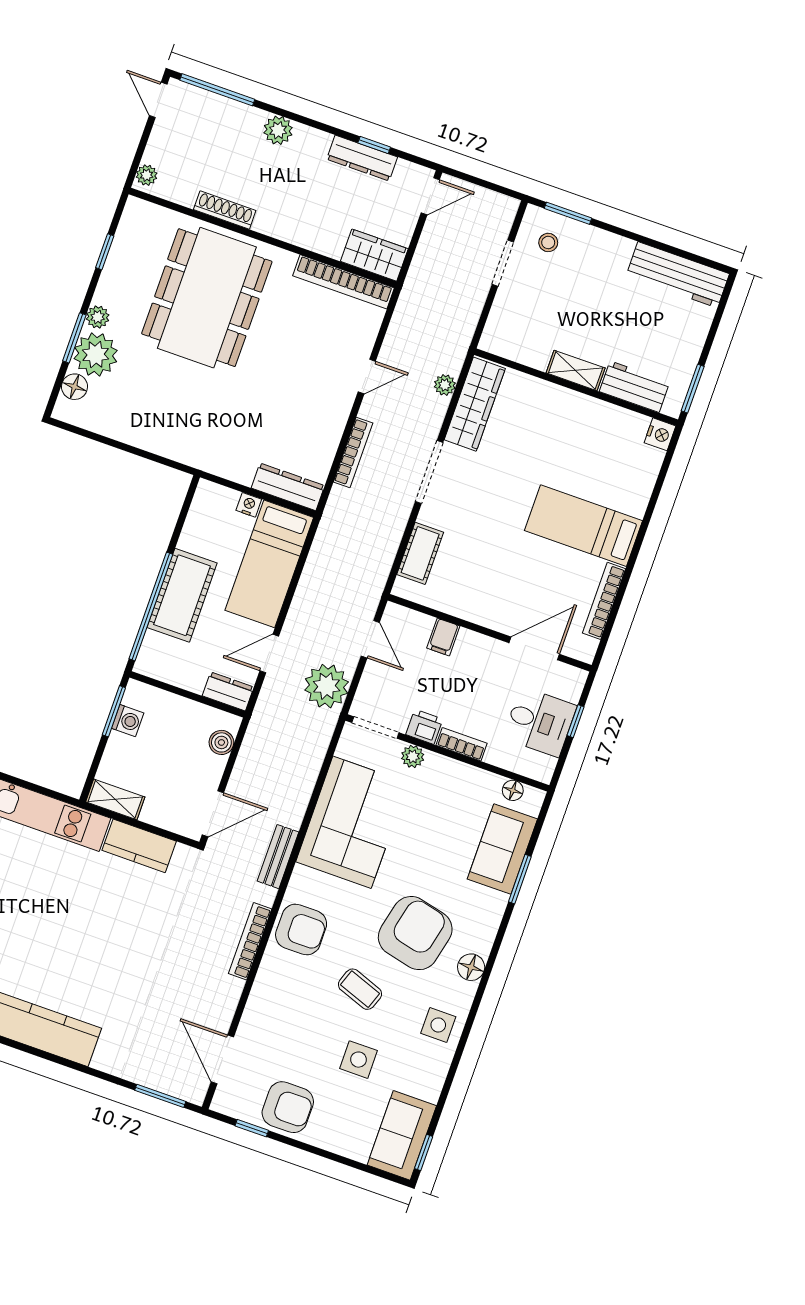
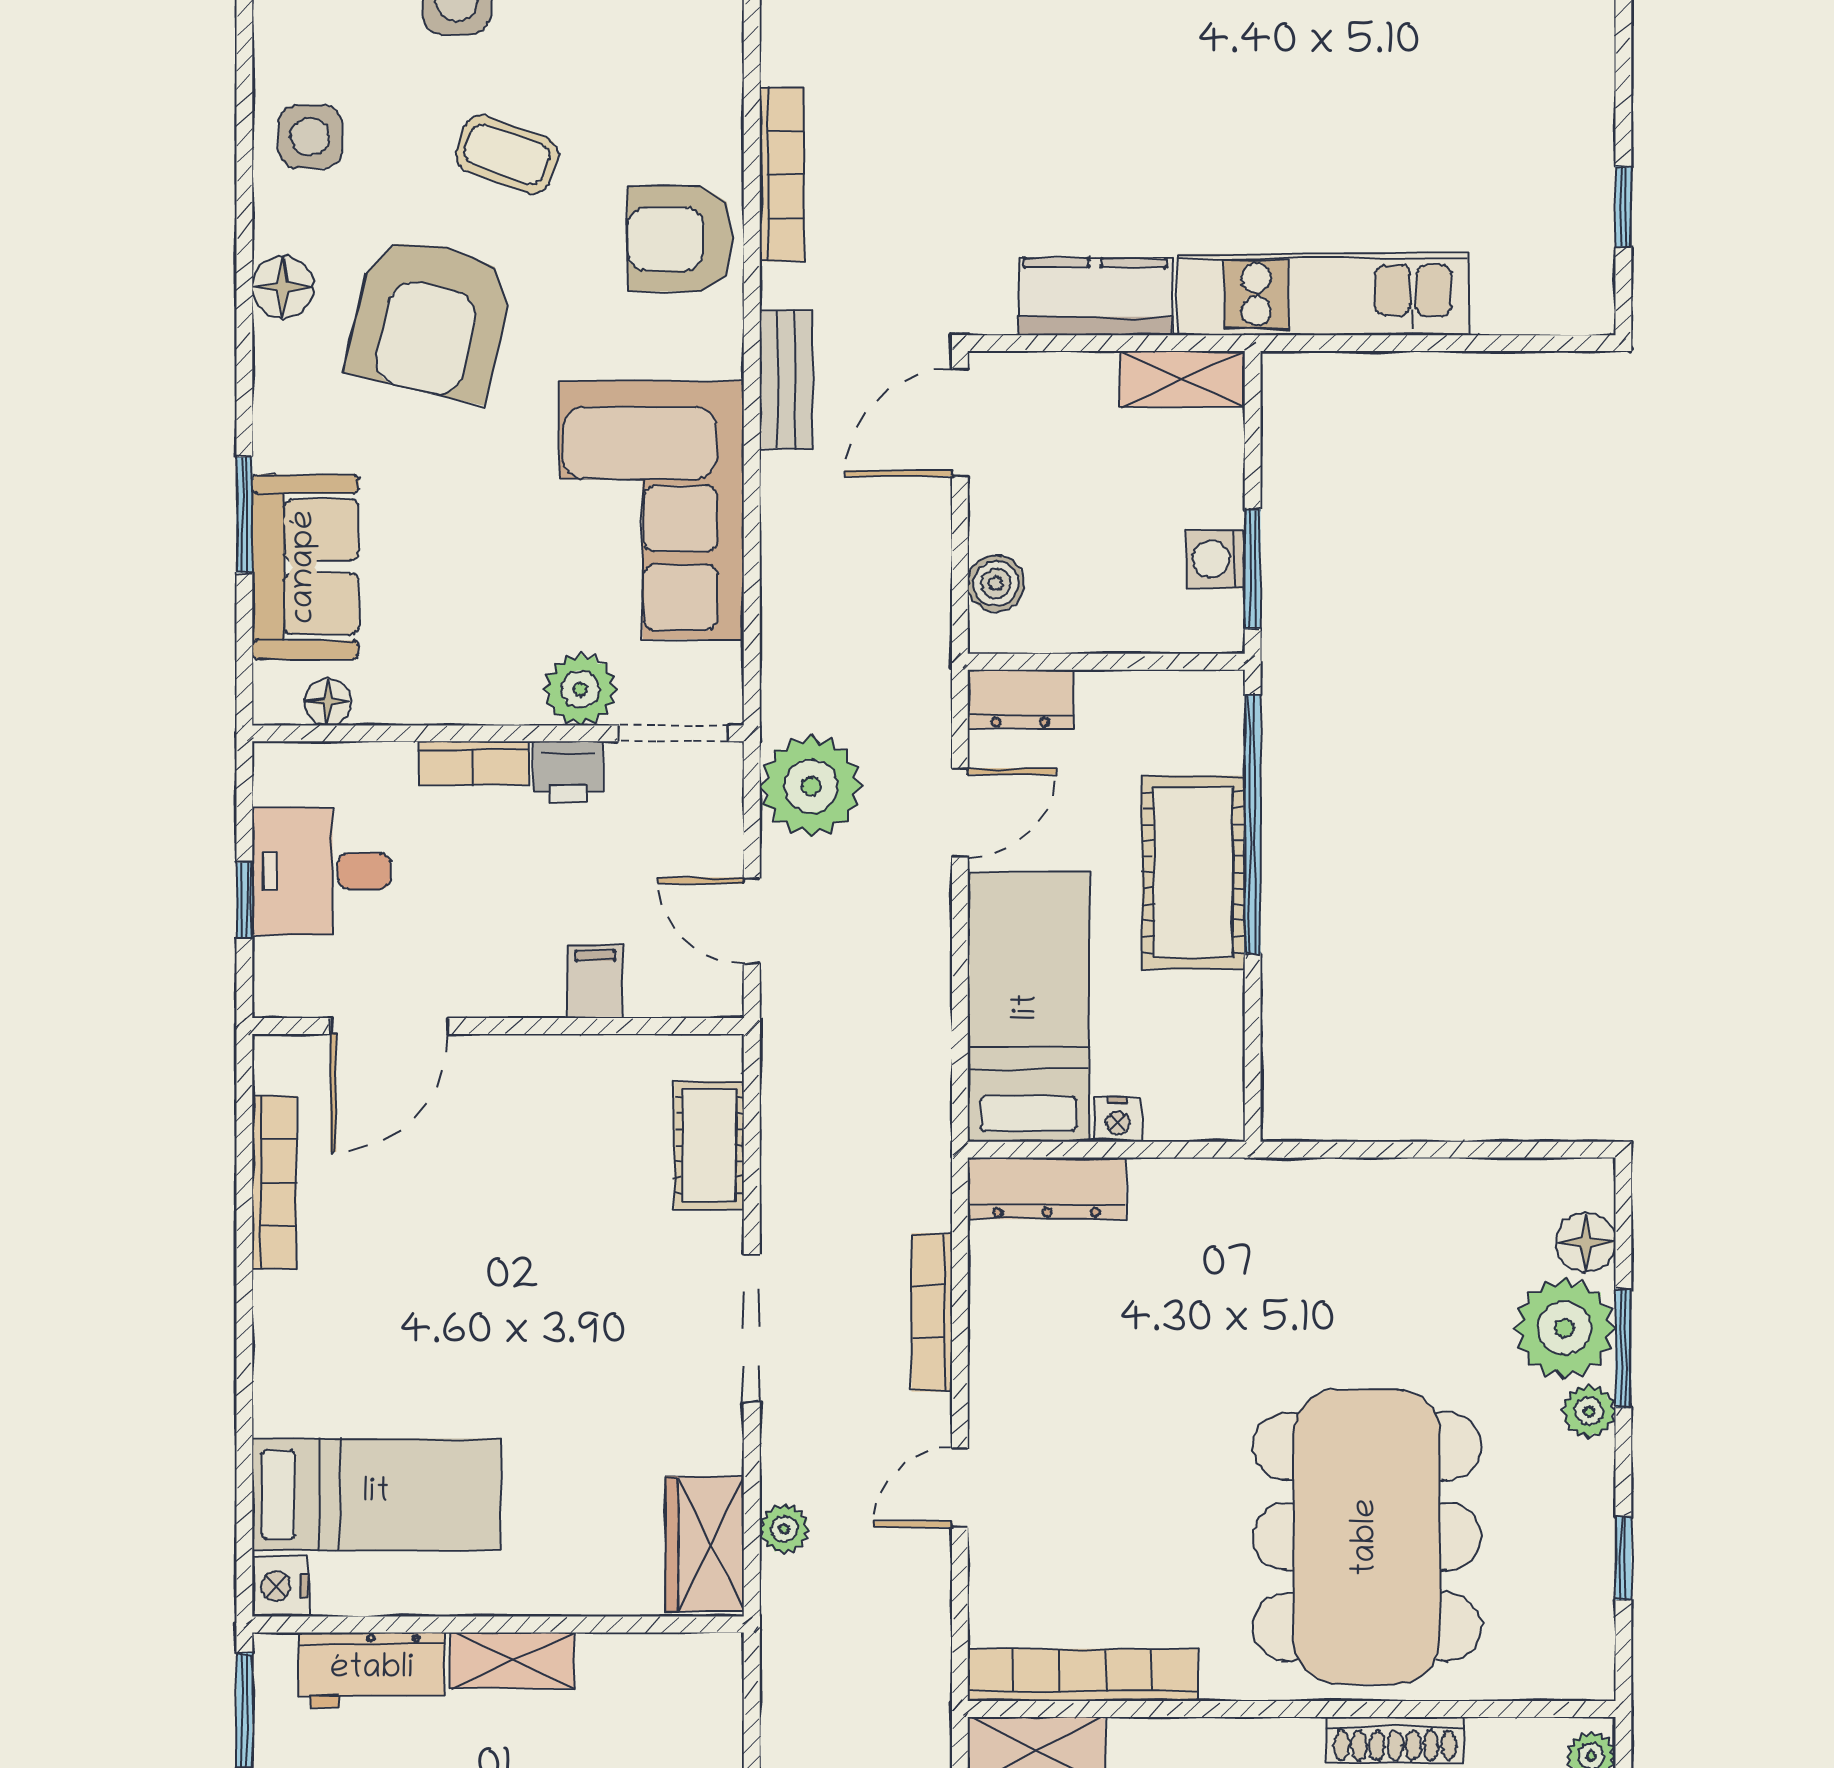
wardrobe: (475, 404) -> (705, 1544), width x0.67
bed: (583, 526) -> (376, 1494), moved
plant: (413, 756) -> (580, 689), width x1.38, depth x1.38

